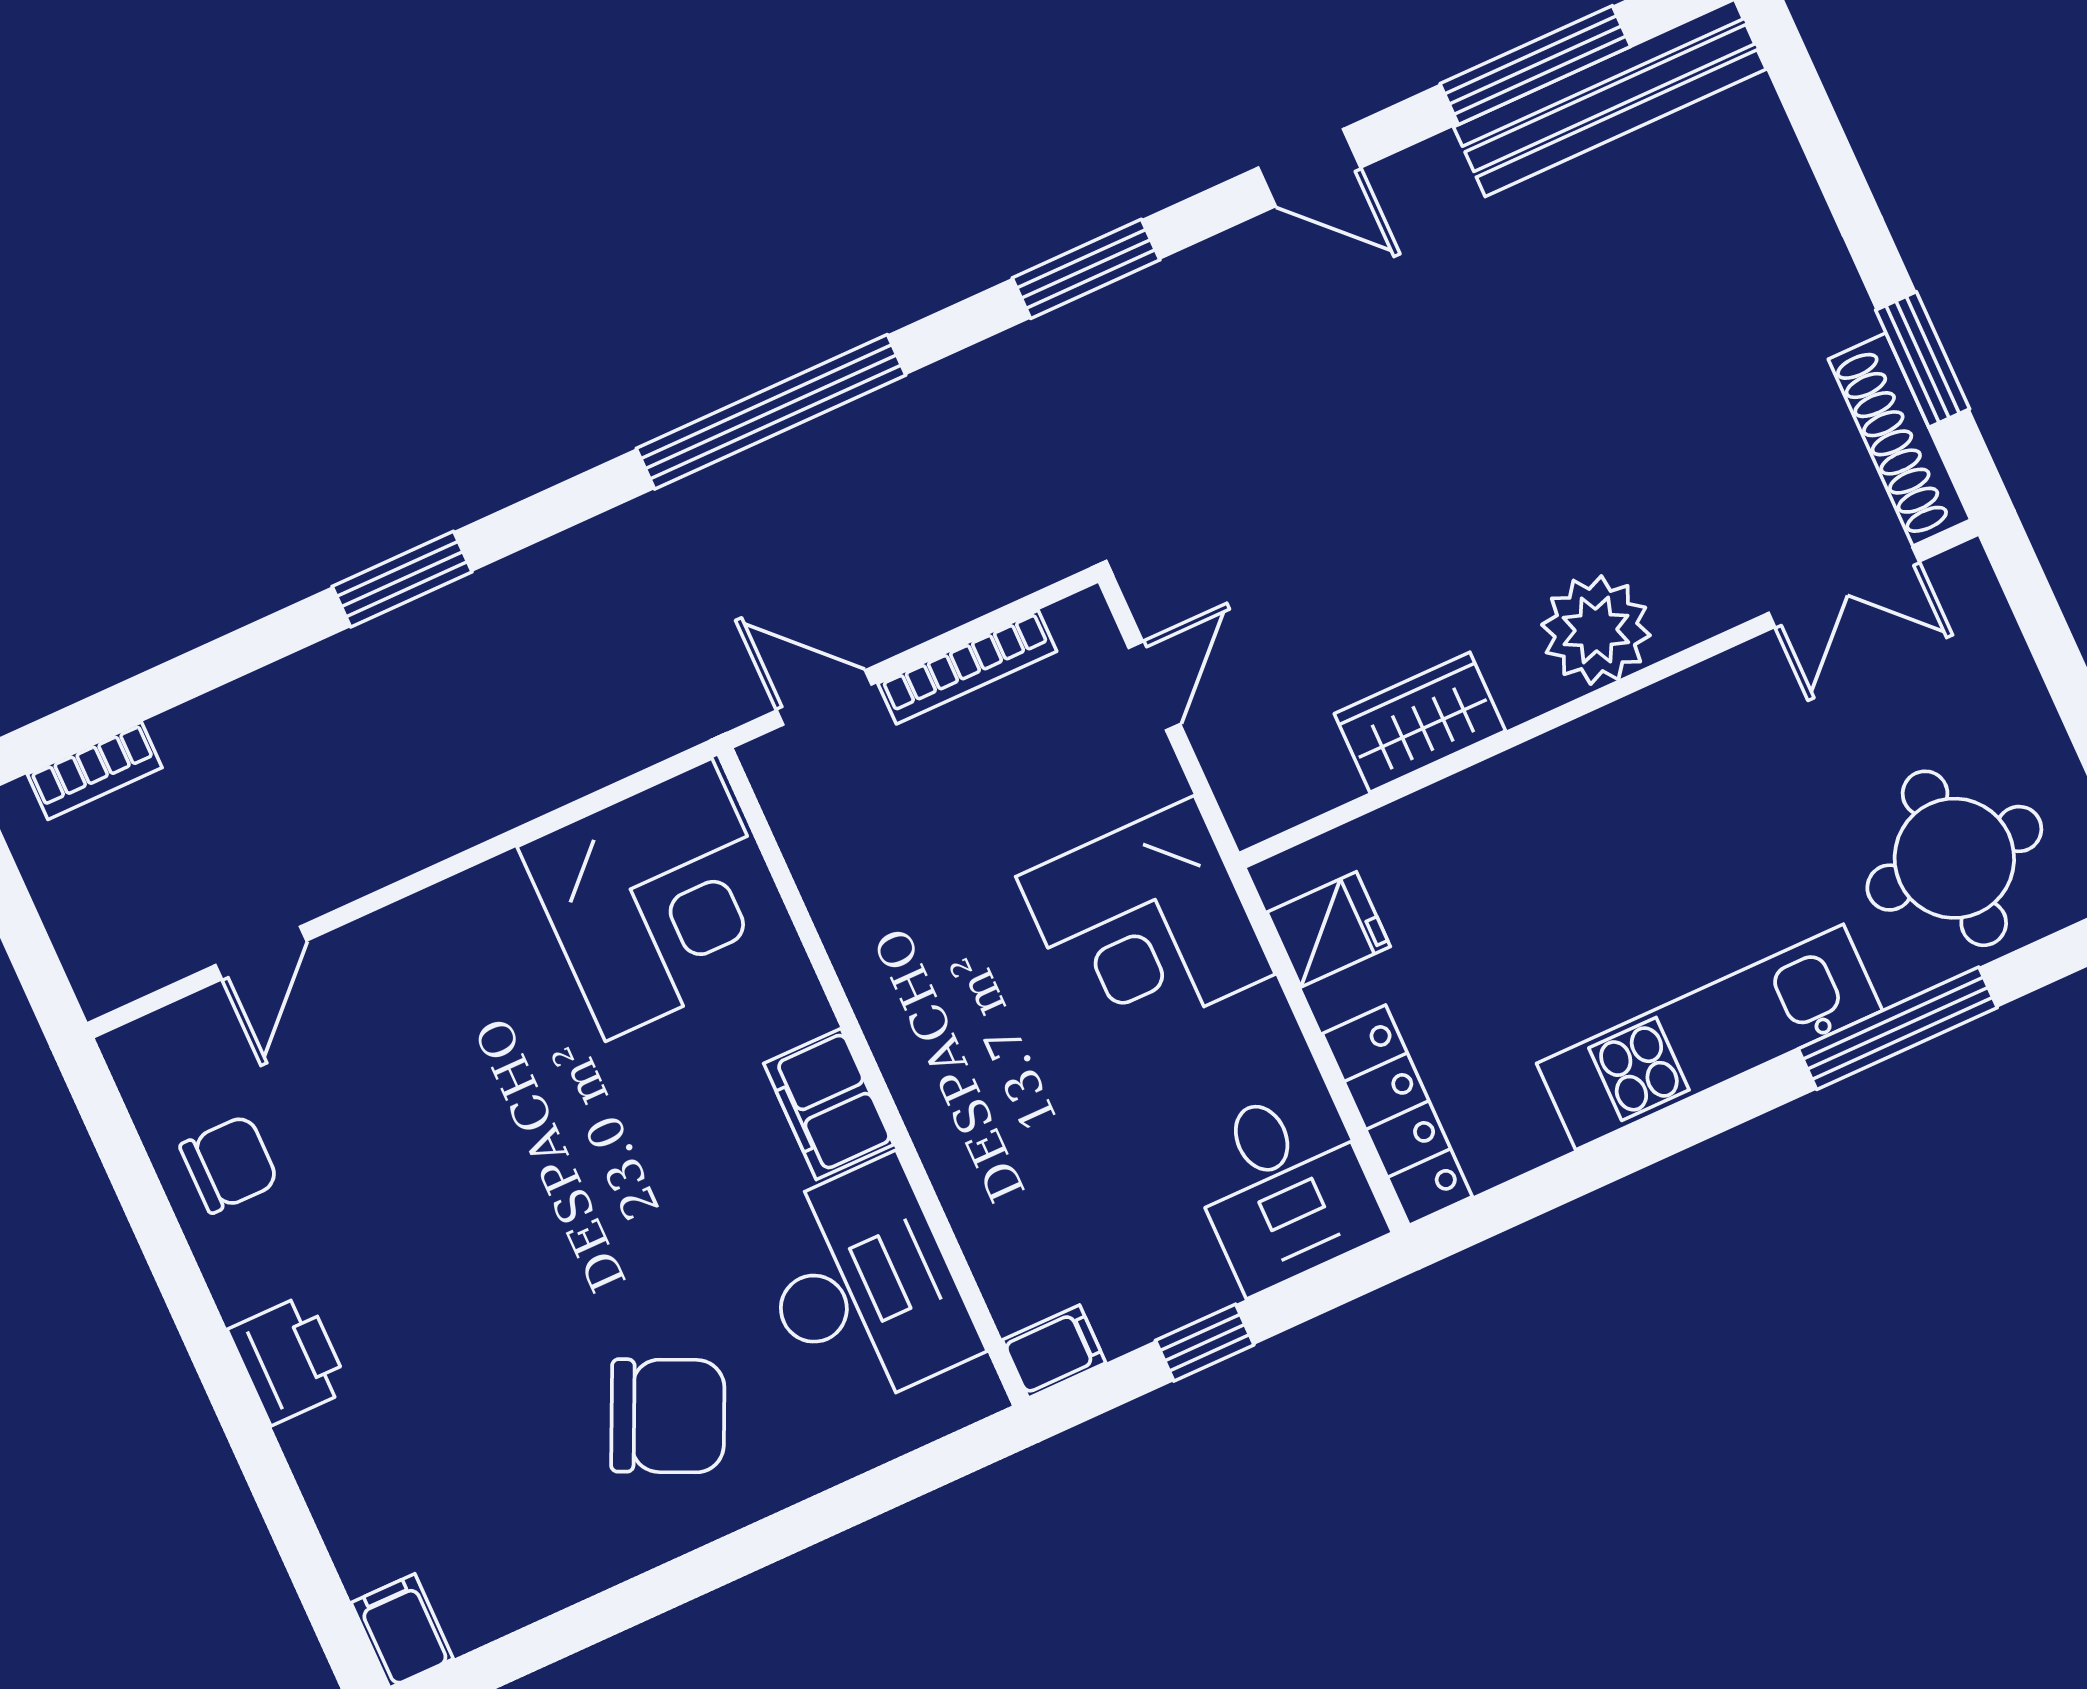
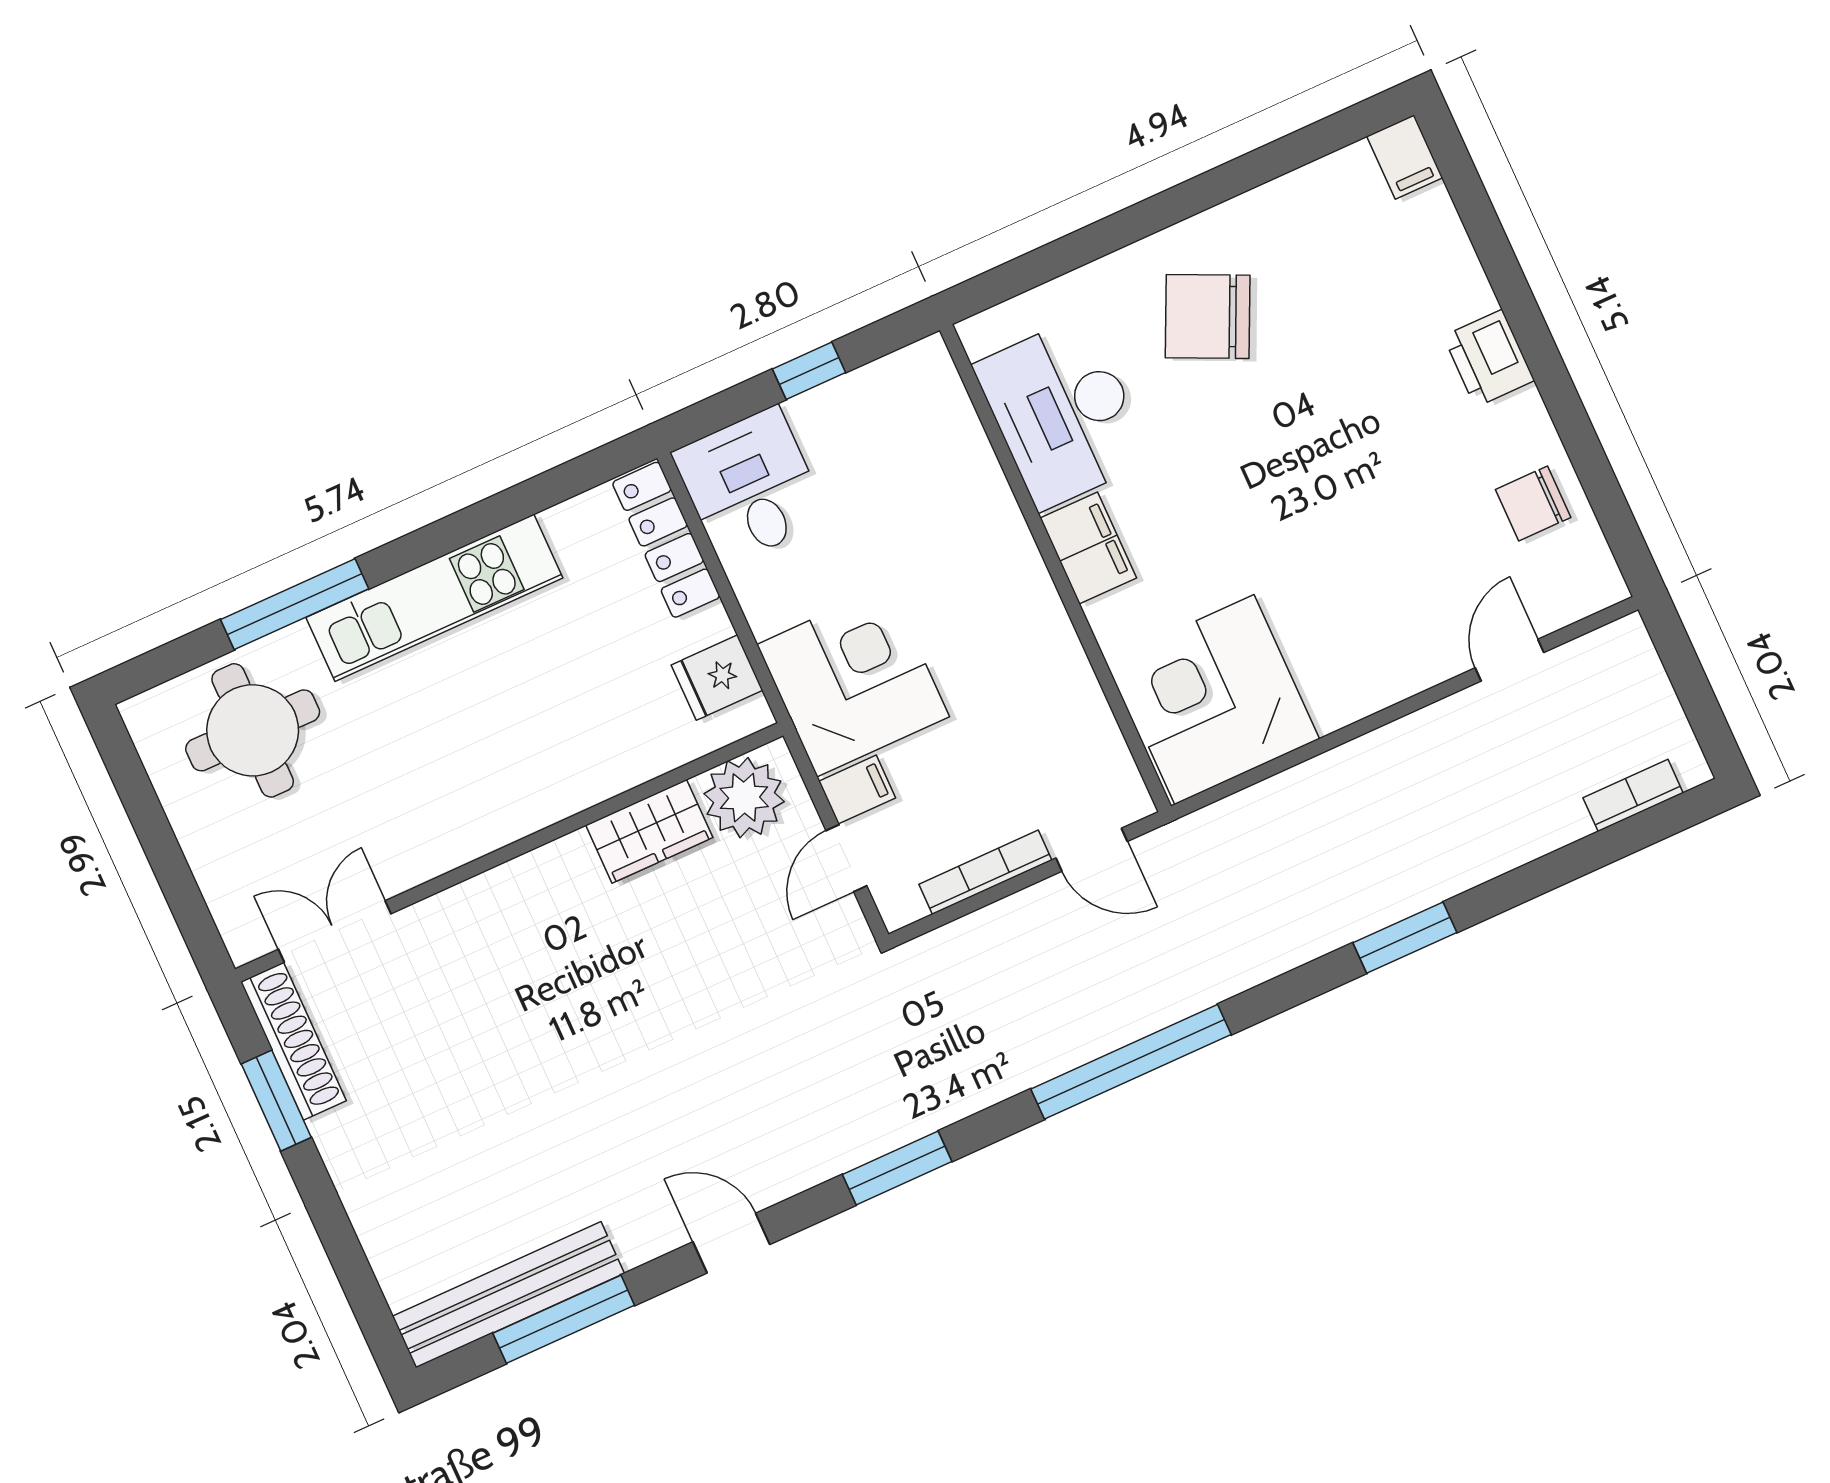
plant: (1596, 630) -> (744, 798), moved
filing cabinet: (1054, 1351) -> (857, 790), moved, turned 180

